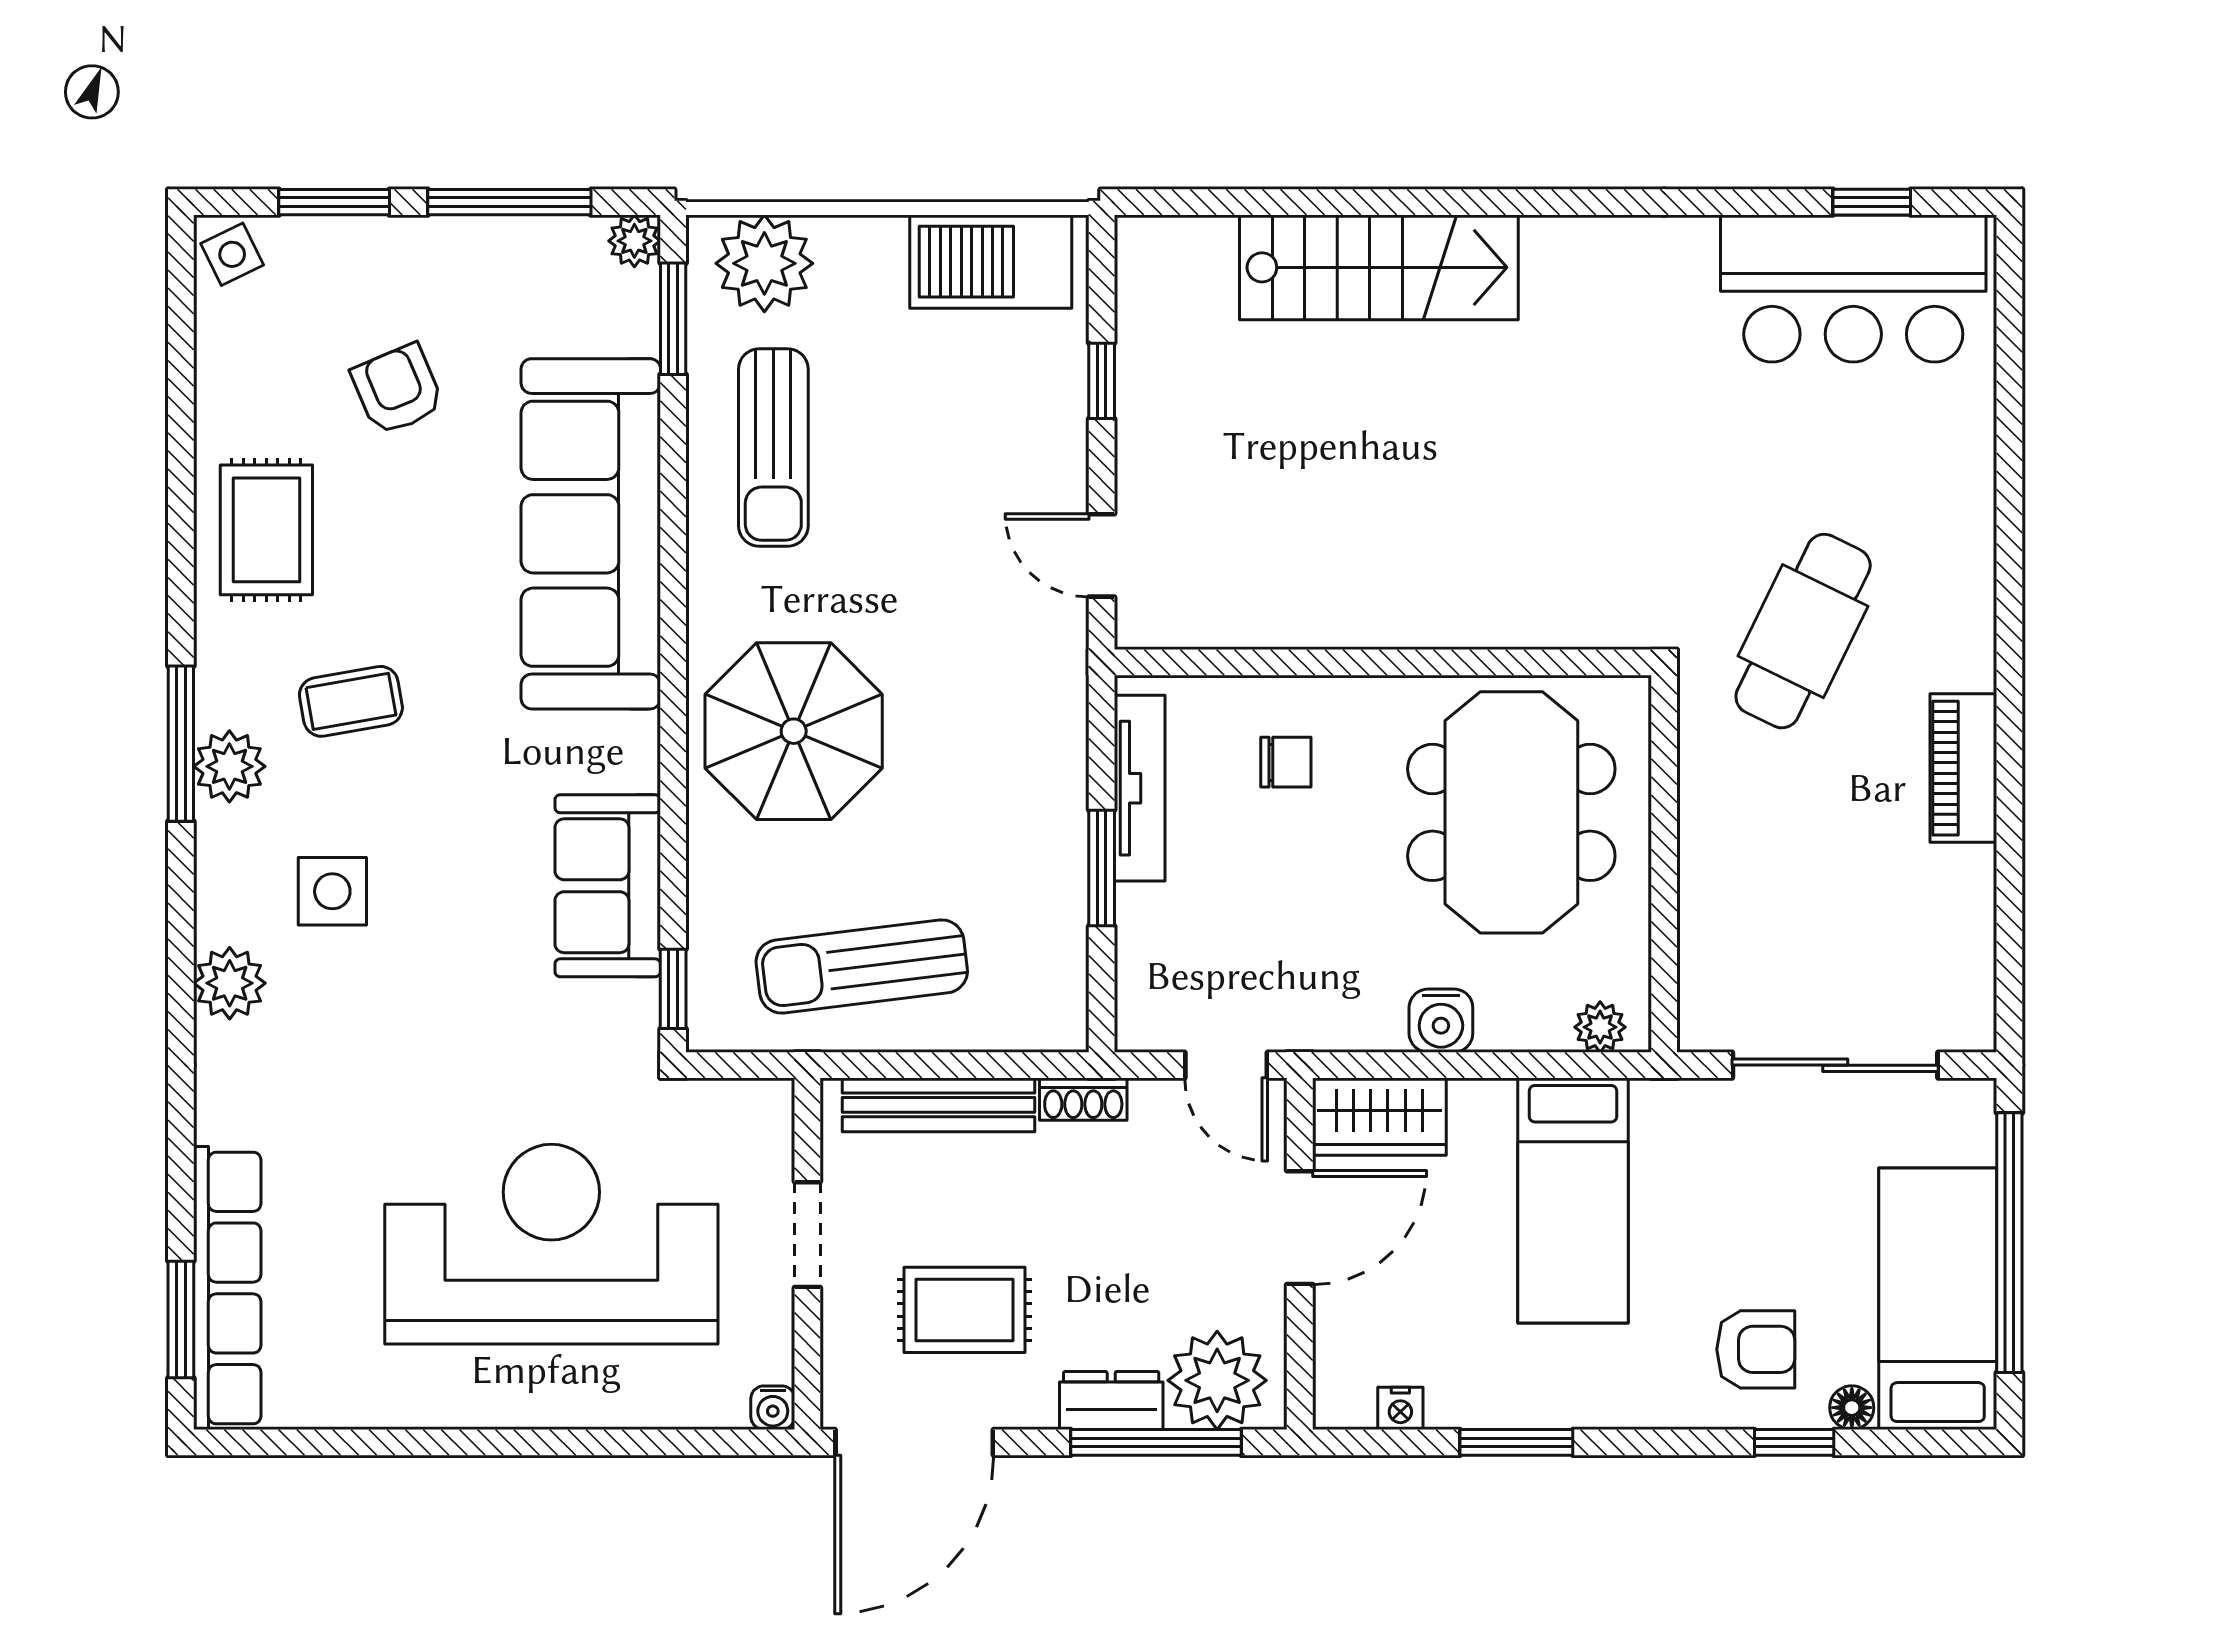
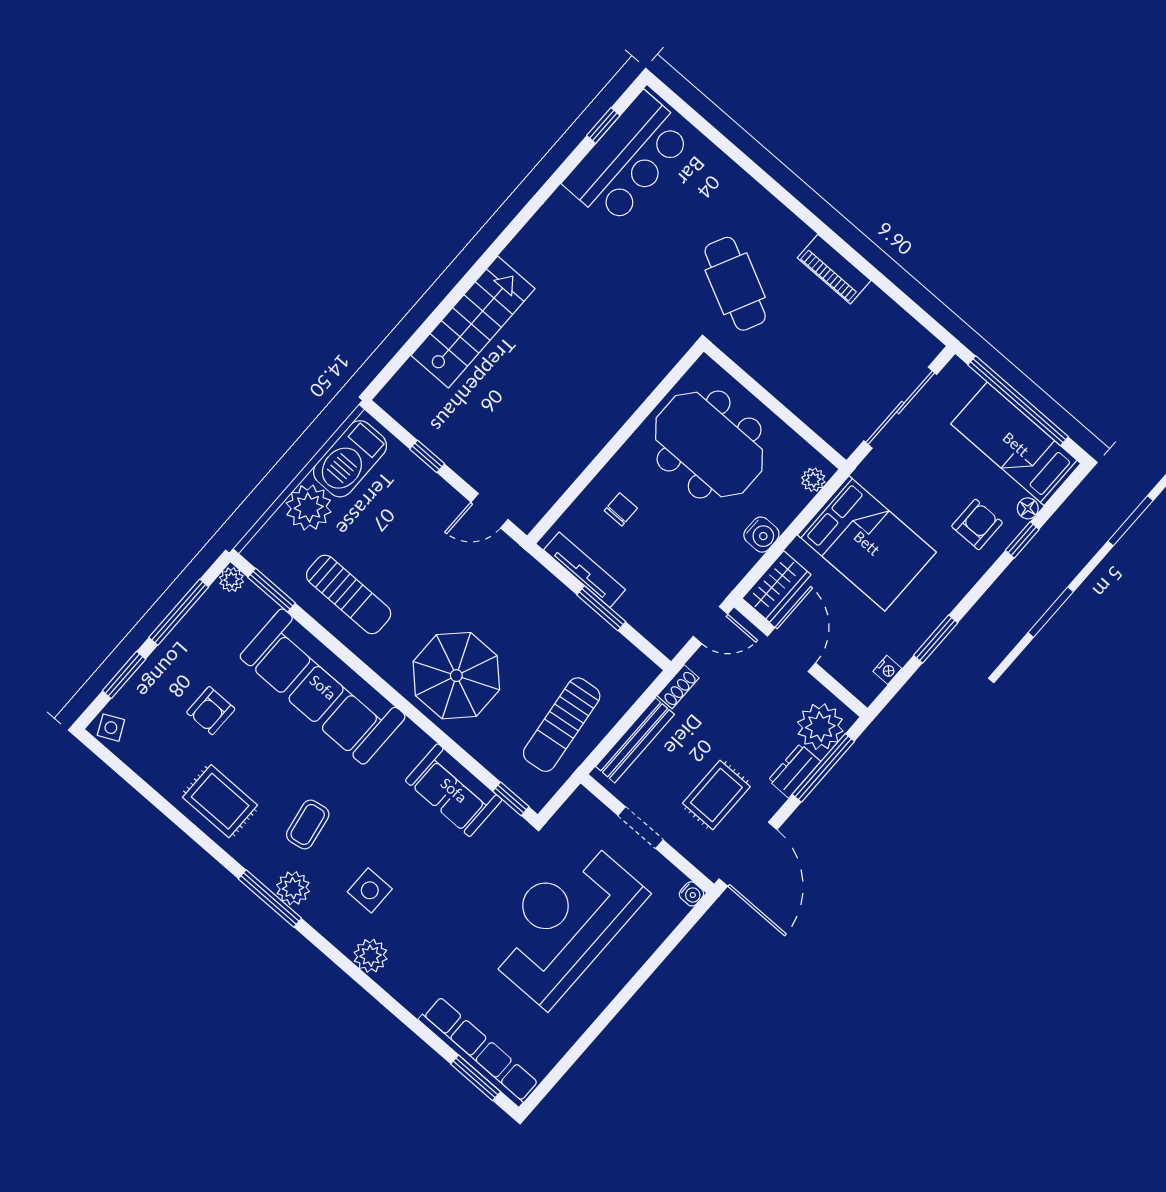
plant: (764, 263) -> (309, 507), moved
armchair: (397, 390) -> (211, 711), turned -67
bed: (1573, 1200) -> (867, 543), width x1.50

